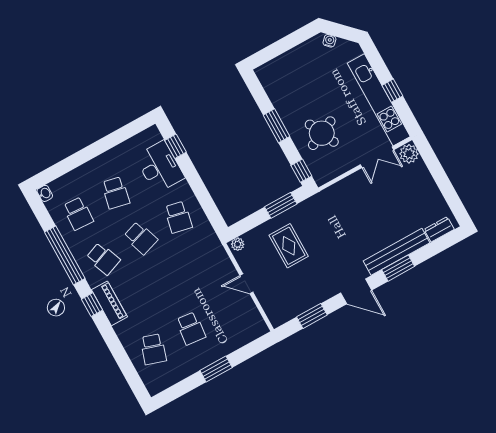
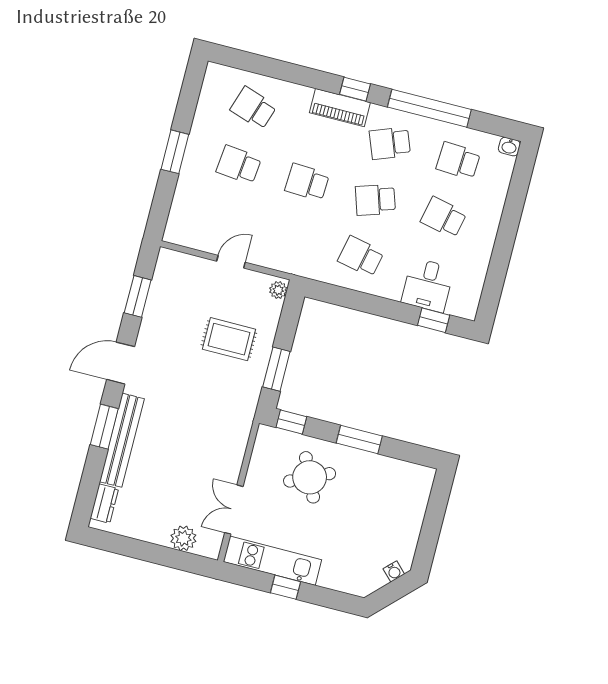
kitchen unit: (379, 100) -> (272, 561), width x0.73
plant: (409, 154) -> (183, 538), moved
desk: (160, 167) -> (428, 285), width x0.73
school desk: (166, 283) -> (307, 182), added

